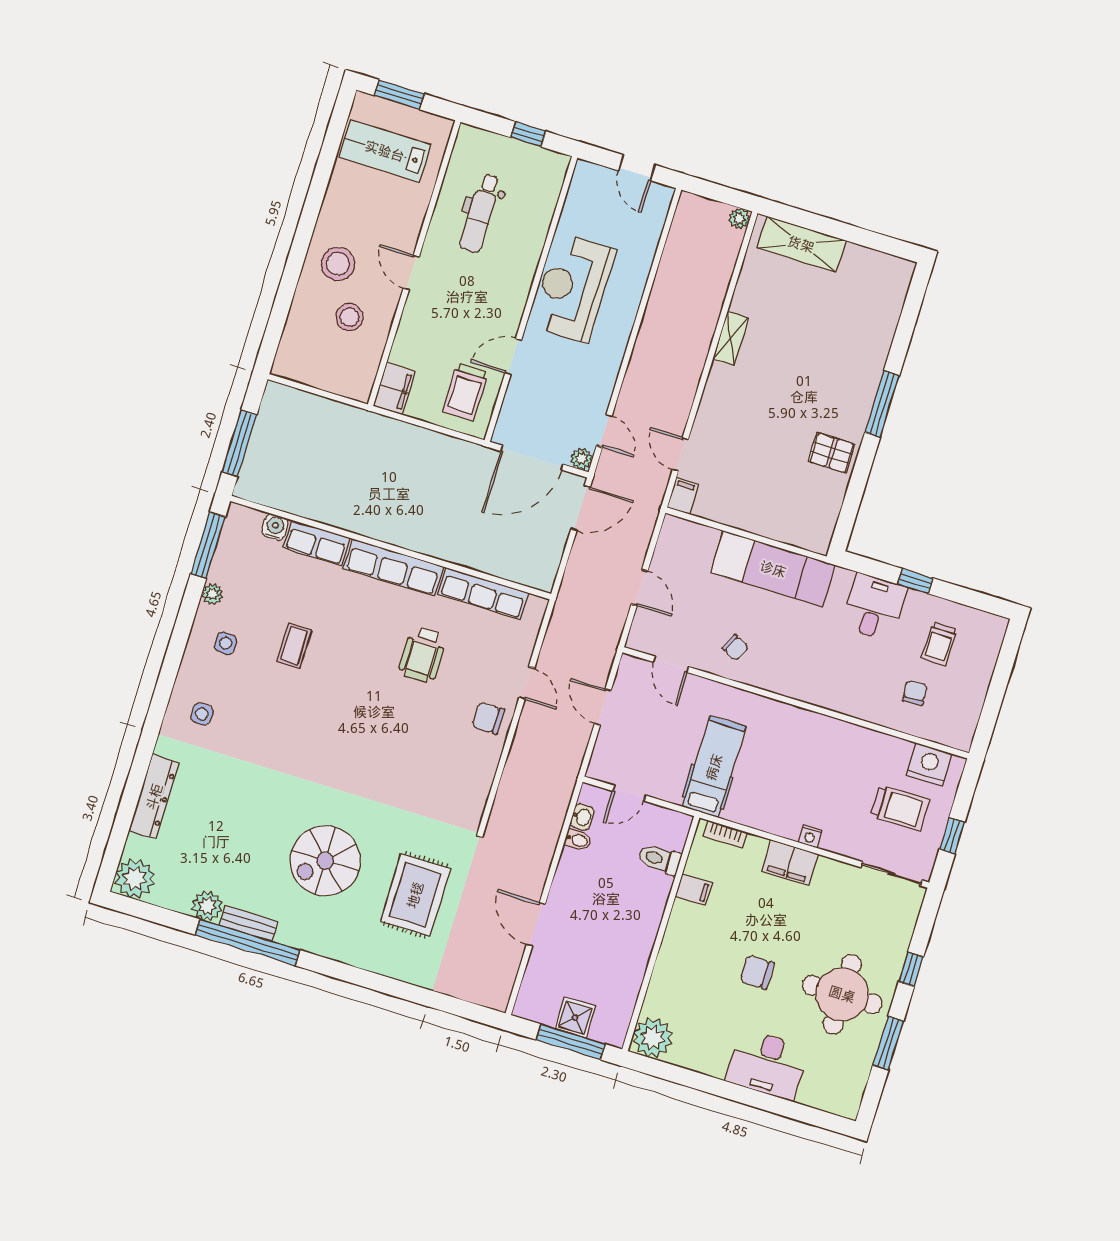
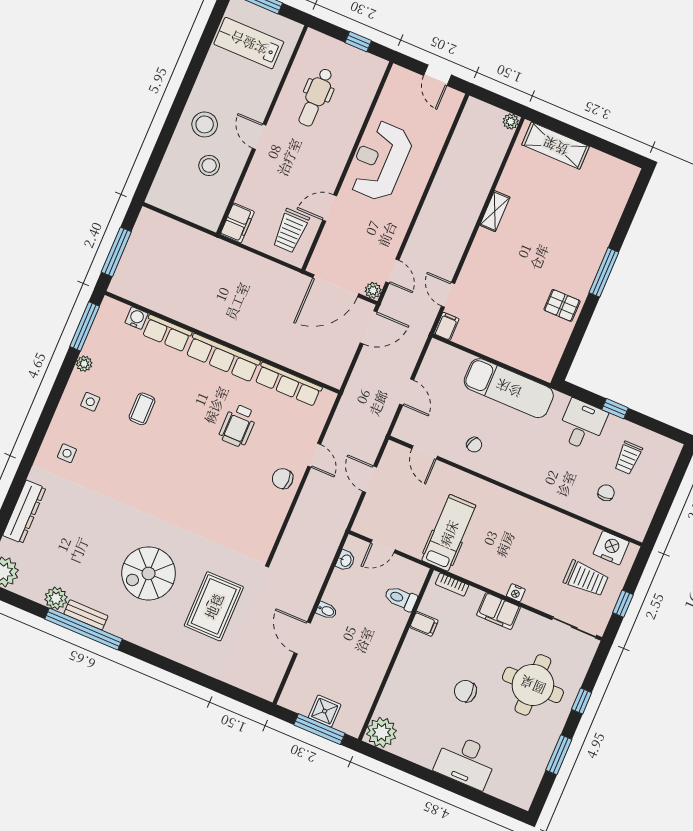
bidet: (578, 840) -> (327, 611), moved
round table: (842, 994) -> (533, 685), moved

